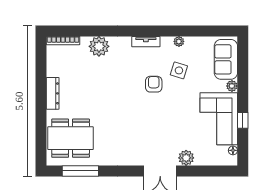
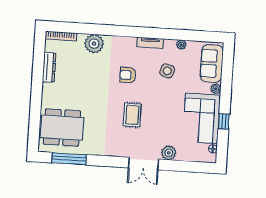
plant: (179, 41) -> (181, 45), moved
tv unit: (146, 42) -> (150, 43), moved
armchair: (154, 84) -> (128, 75), moved, turned -90
dresser: (53, 93) -> (49, 67), moved
rug: (145, 120) -> (132, 115), added

